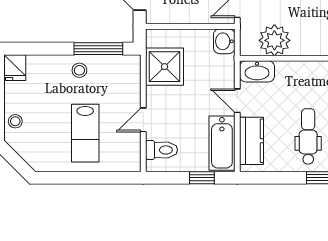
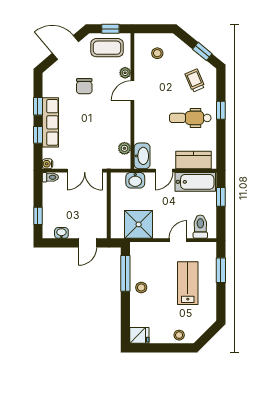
plant: (274, 40) -> (124, 148), width x0.53, depth x0.53
washbasin: (224, 41) -> (135, 180), moved
door: (143, 120) -> (178, 240), swing flipped
lab bench: (85, 133) -> (188, 283), turned -90
window: (103, 178) -> (221, 270), added

